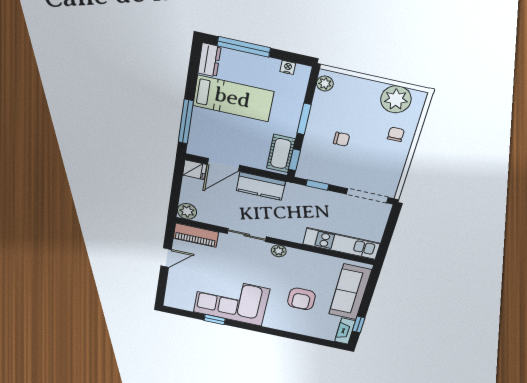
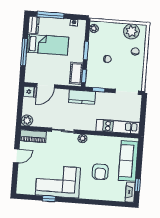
window: (186, 122) -> (24, 52), moved
kitchen counter: (261, 186) -> (82, 97), moved

